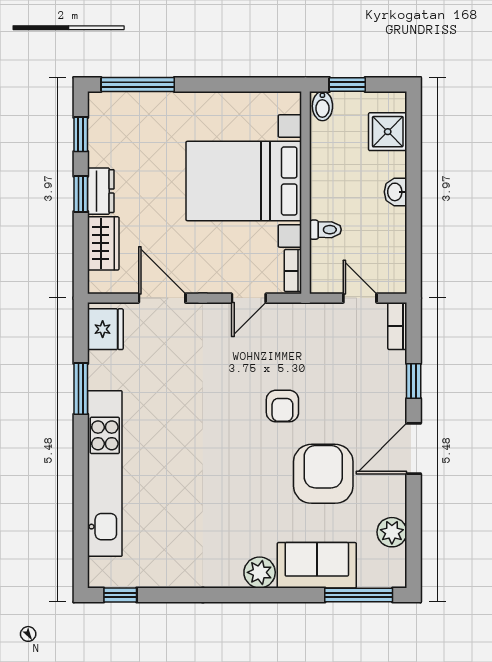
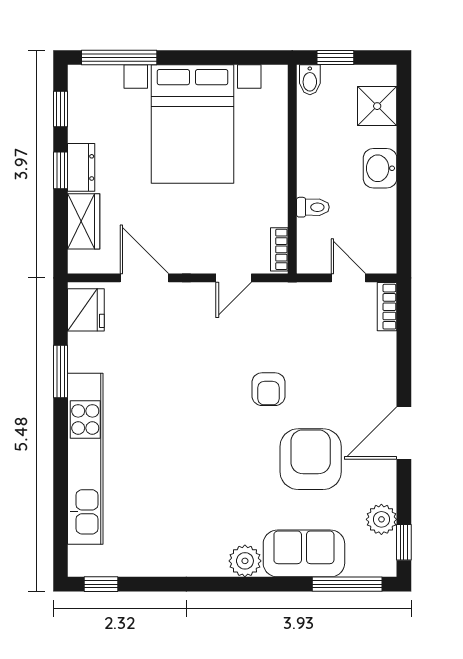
bed with nightstands: (244, 181) -> (193, 124), moved, turned -90
washbasin: (396, 192) -> (380, 168), width x1.38, depth x1.45
window: (414, 381) -> (404, 542), moved

